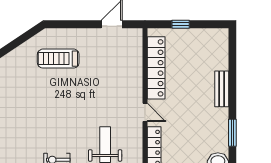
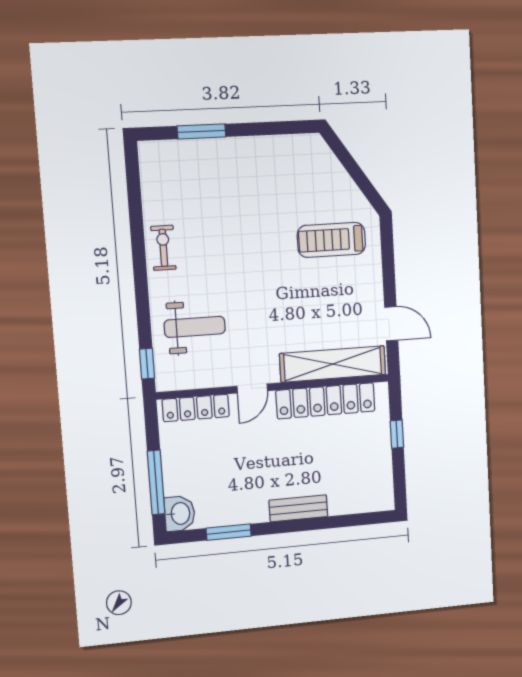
treadmill: (58, 59) -> (331, 240), turned -90
shelving: (134, 62) -> (333, 364), added

